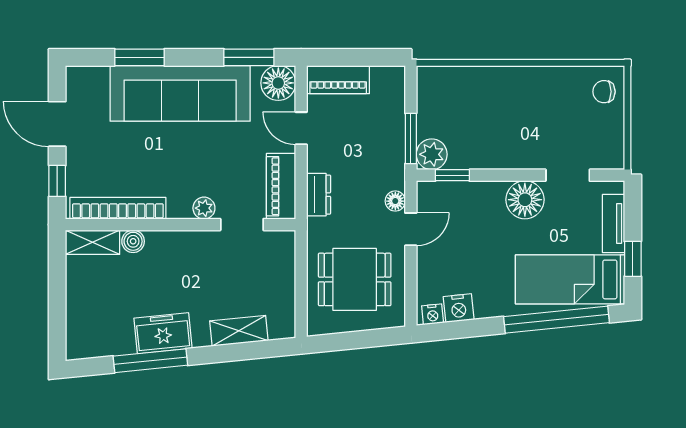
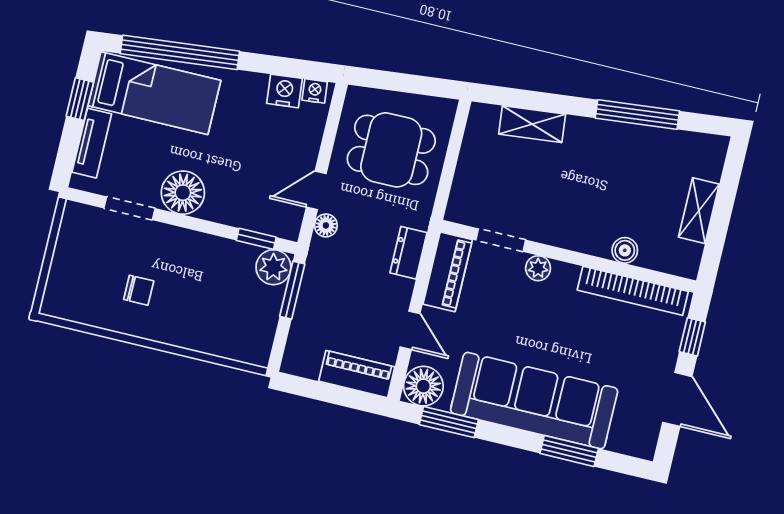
chair: (604, 92) -> (139, 290), moved
shelving: (93, 242) -> (699, 211), moved, turned 90
freezer: (163, 333) -> (616, 141), removed

